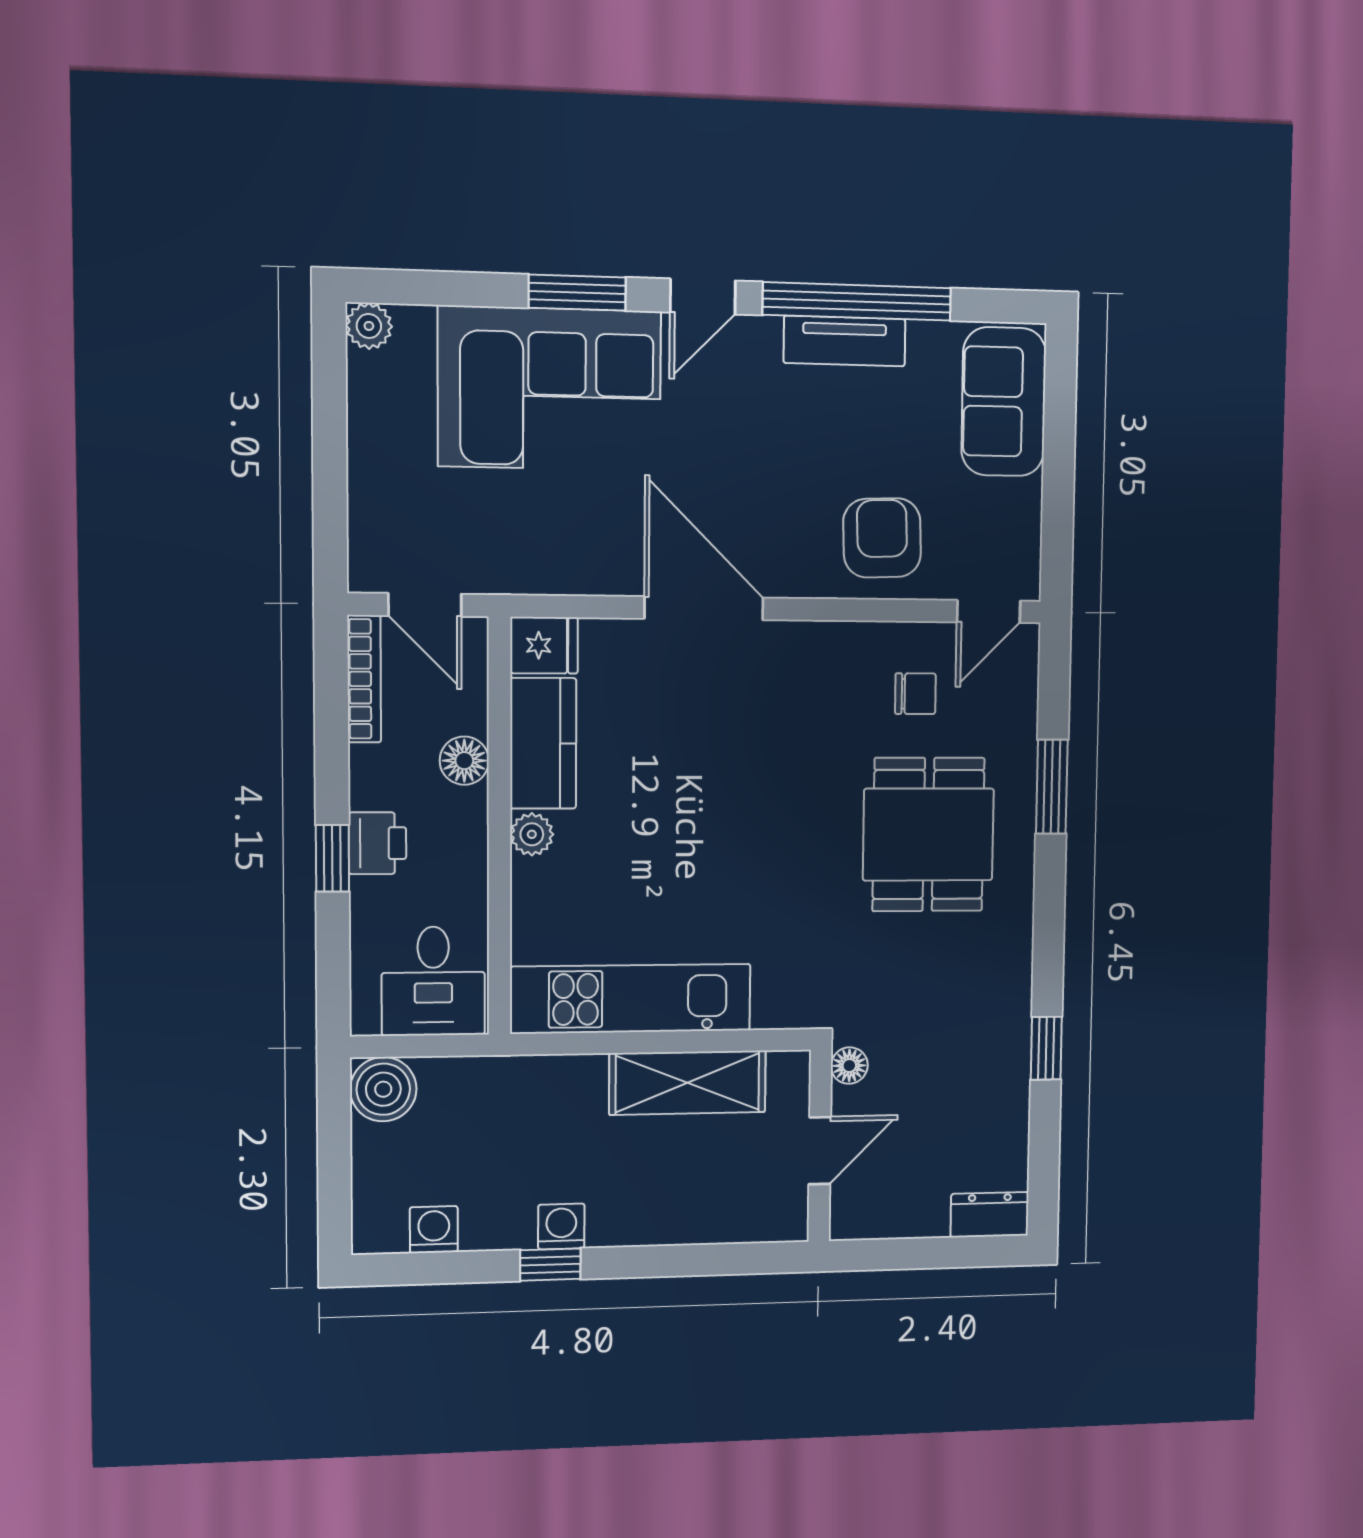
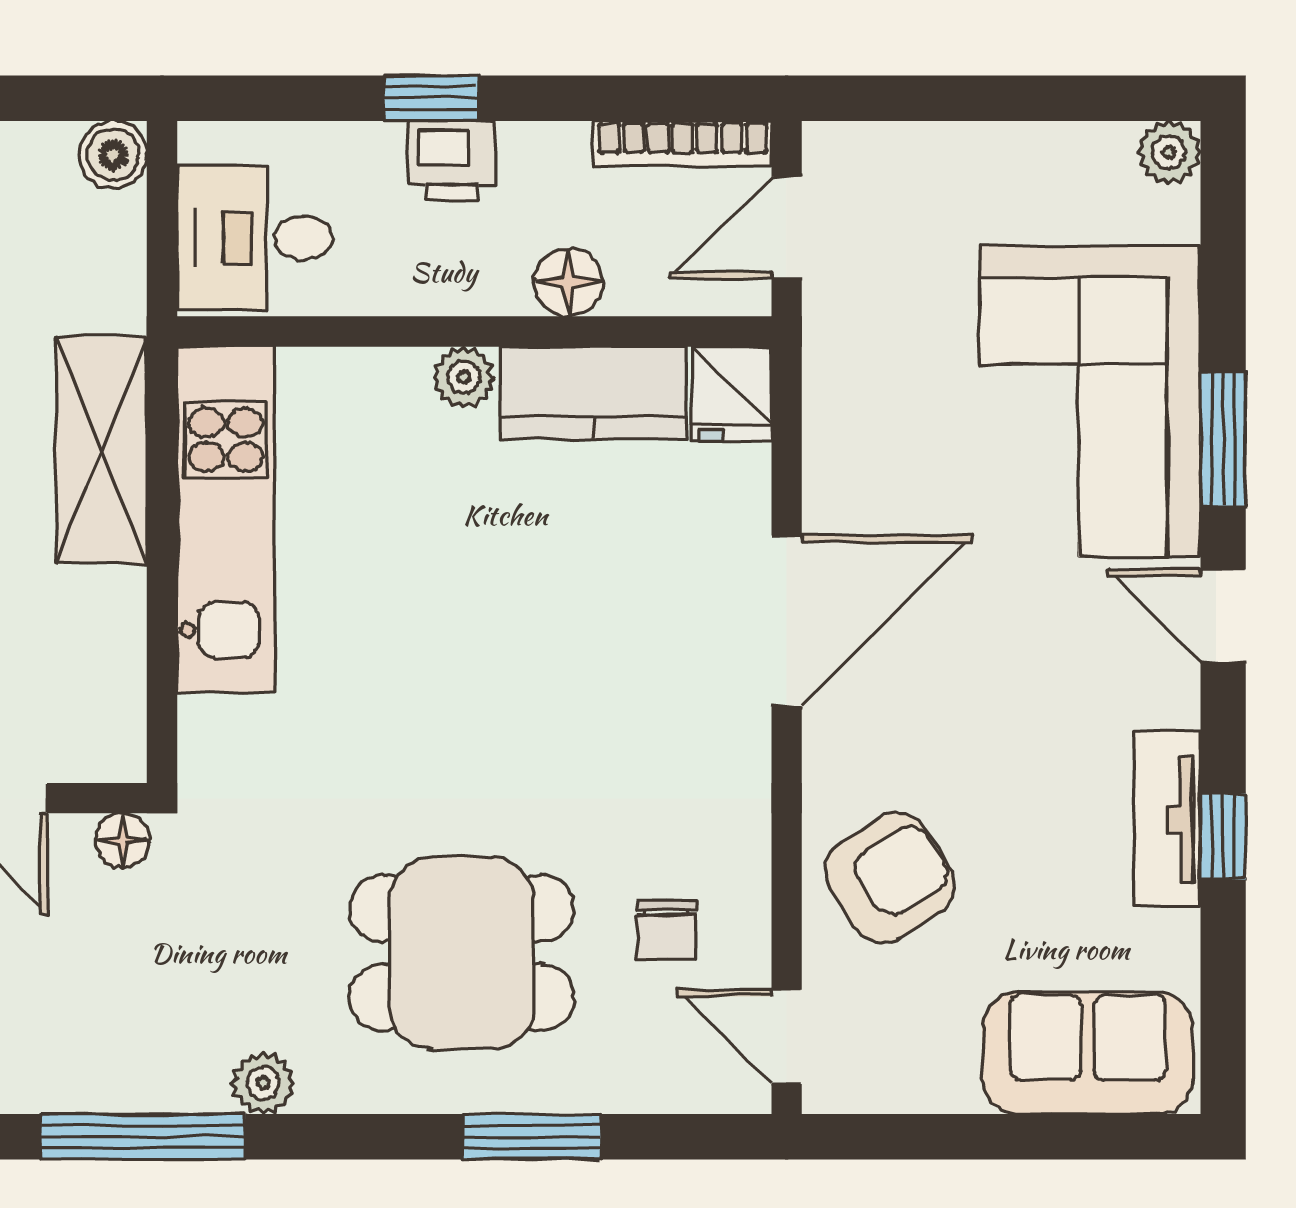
window: (857, 301) -> (1223, 837), width x0.32
armchair: (882, 538) -> (890, 878), turned -30
plant: (1013, 968) -> (263, 1083), added
window: (1046, 1048) -> (143, 1137), width x2.17
shelving: (688, 1083) -> (102, 450), moved
boiler: (383, 1089) -> (113, 155), width x0.73, depth x0.73

